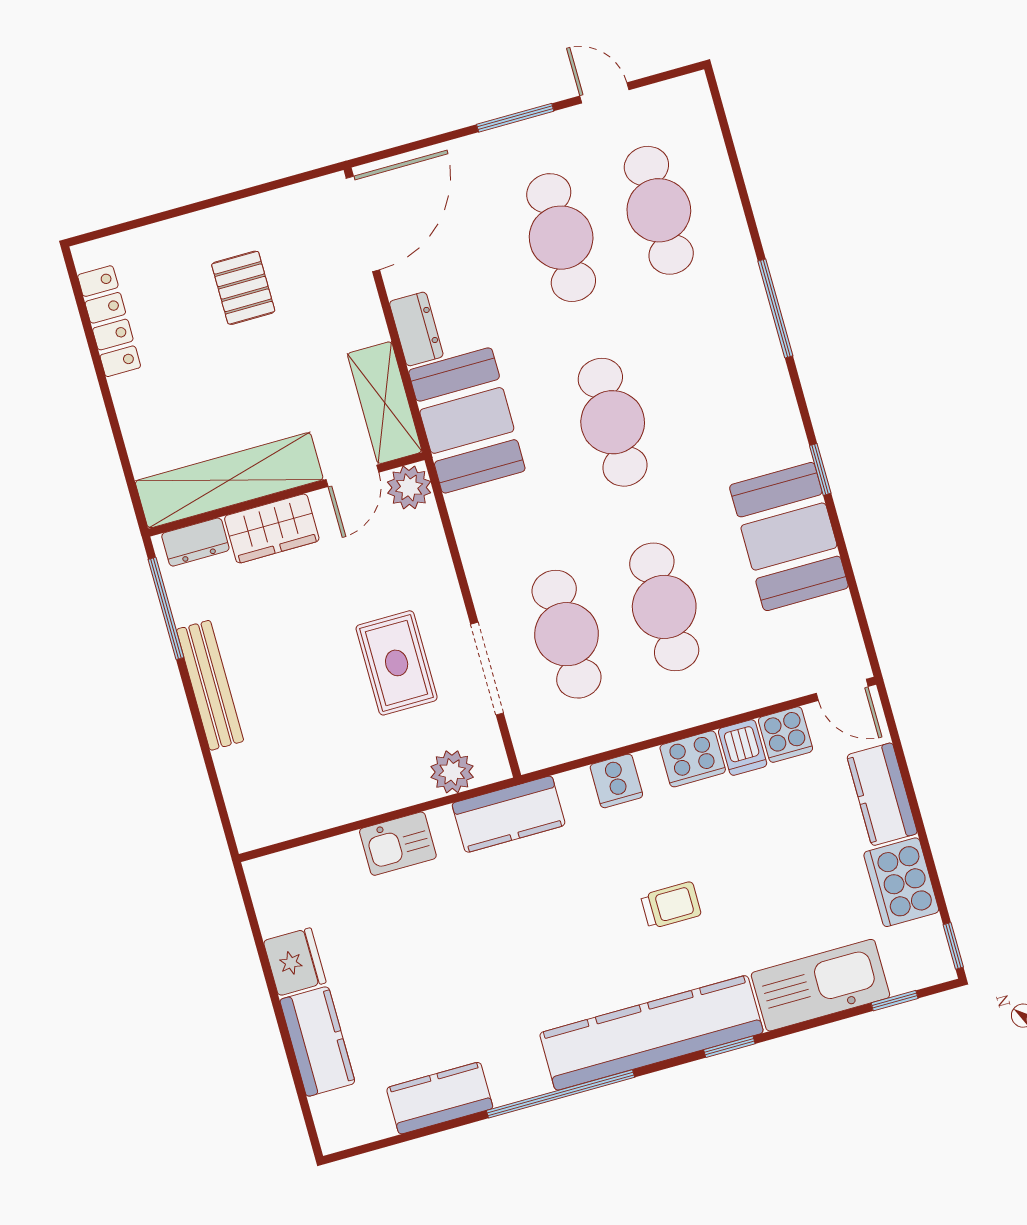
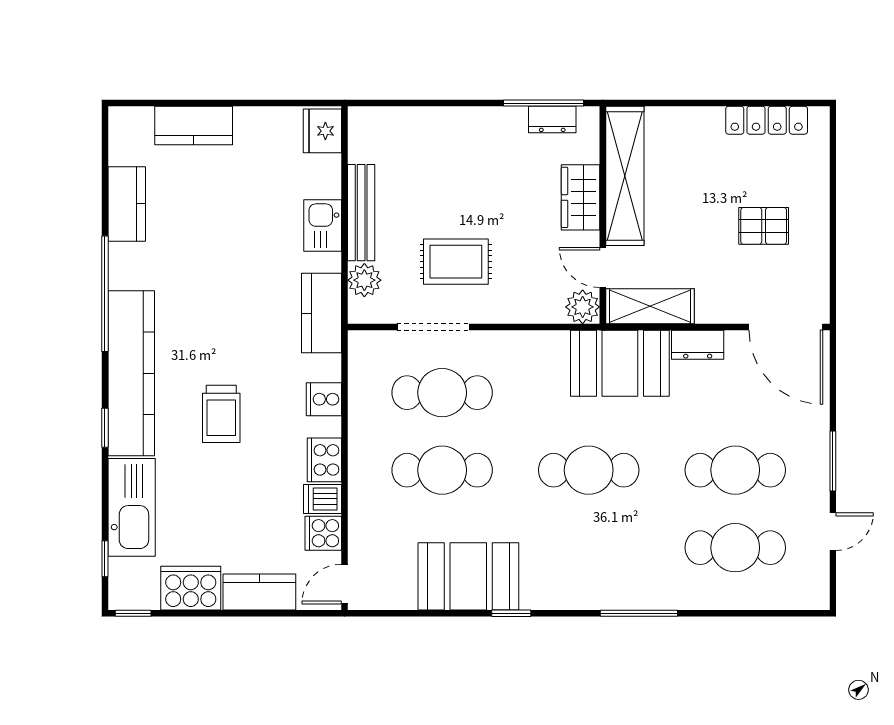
dresser: (195, 542) -> (552, 120), moved, turned -90
bench: (210, 685) -> (361, 213), moved, turned 90
trolley: (671, 905) -> (221, 414), width x1.36, depth x1.39
fridge: (295, 962) -> (322, 131), moved, turned 90

